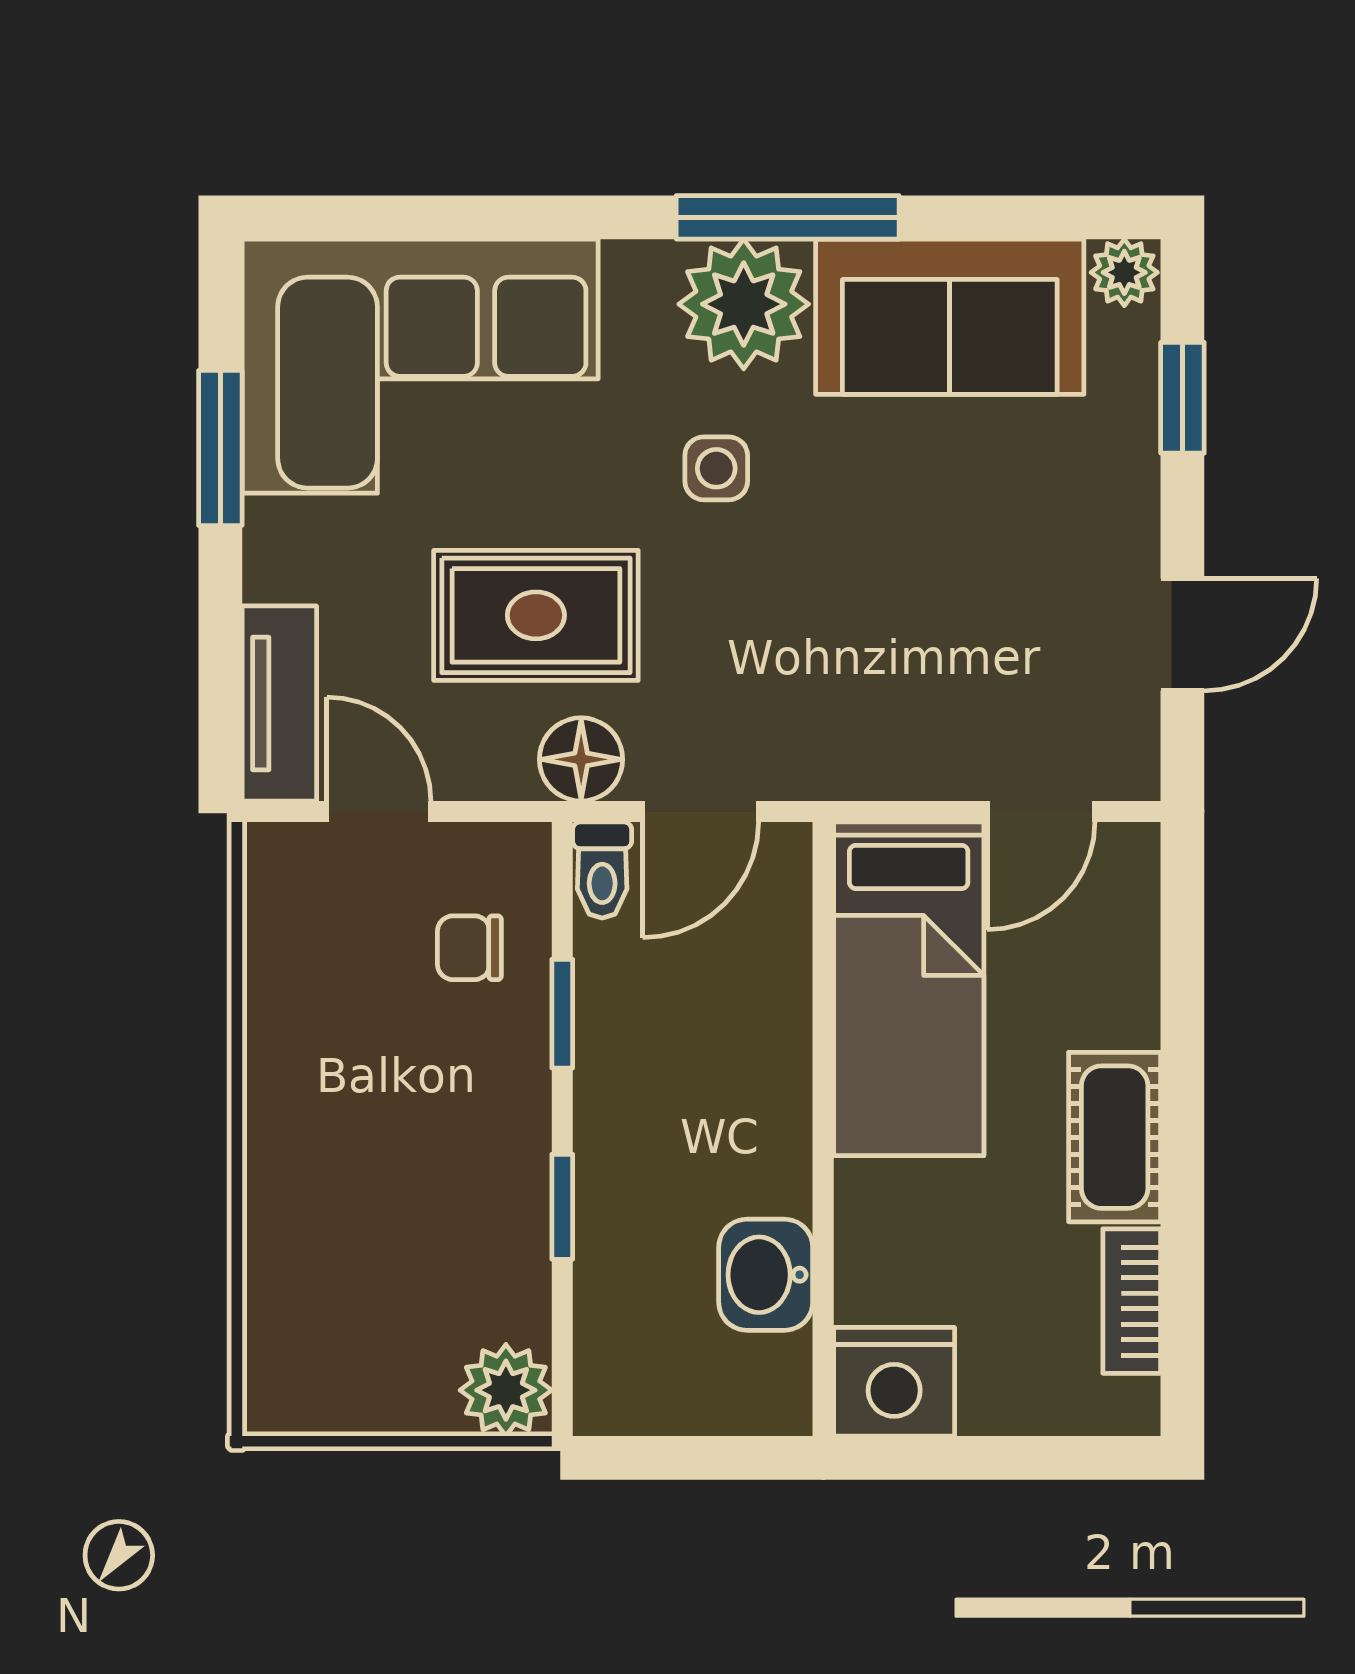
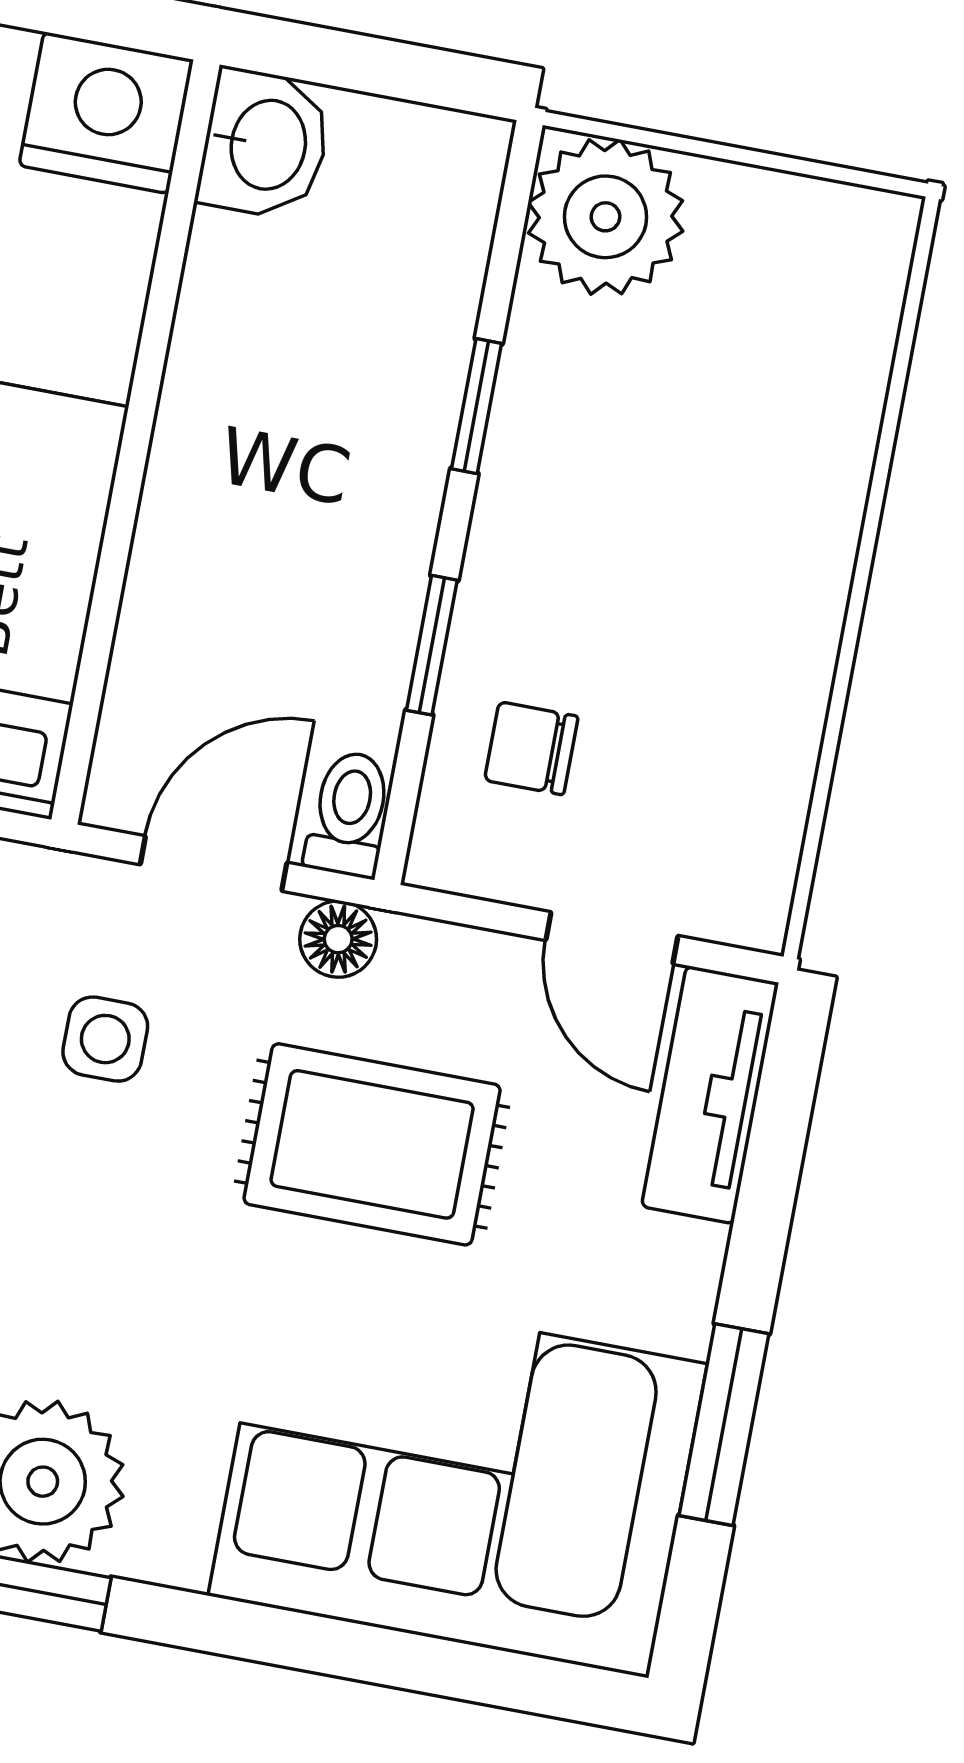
side table: (716, 468) -> (105, 1039), moved
floor lamp: (581, 759) -> (338, 939), width x0.73, depth x0.73
chair: (469, 948) -> (531, 748), turned 180
washbasin: (766, 1275) -> (265, 144), moved
plant: (506, 1390) -> (605, 217), width x1.36, depth x1.36

